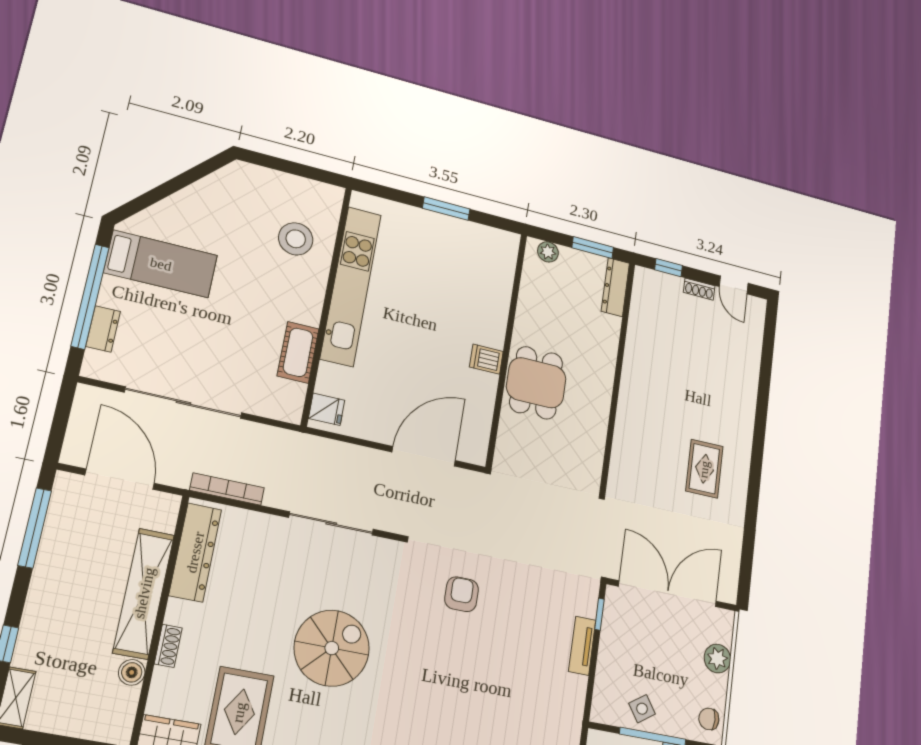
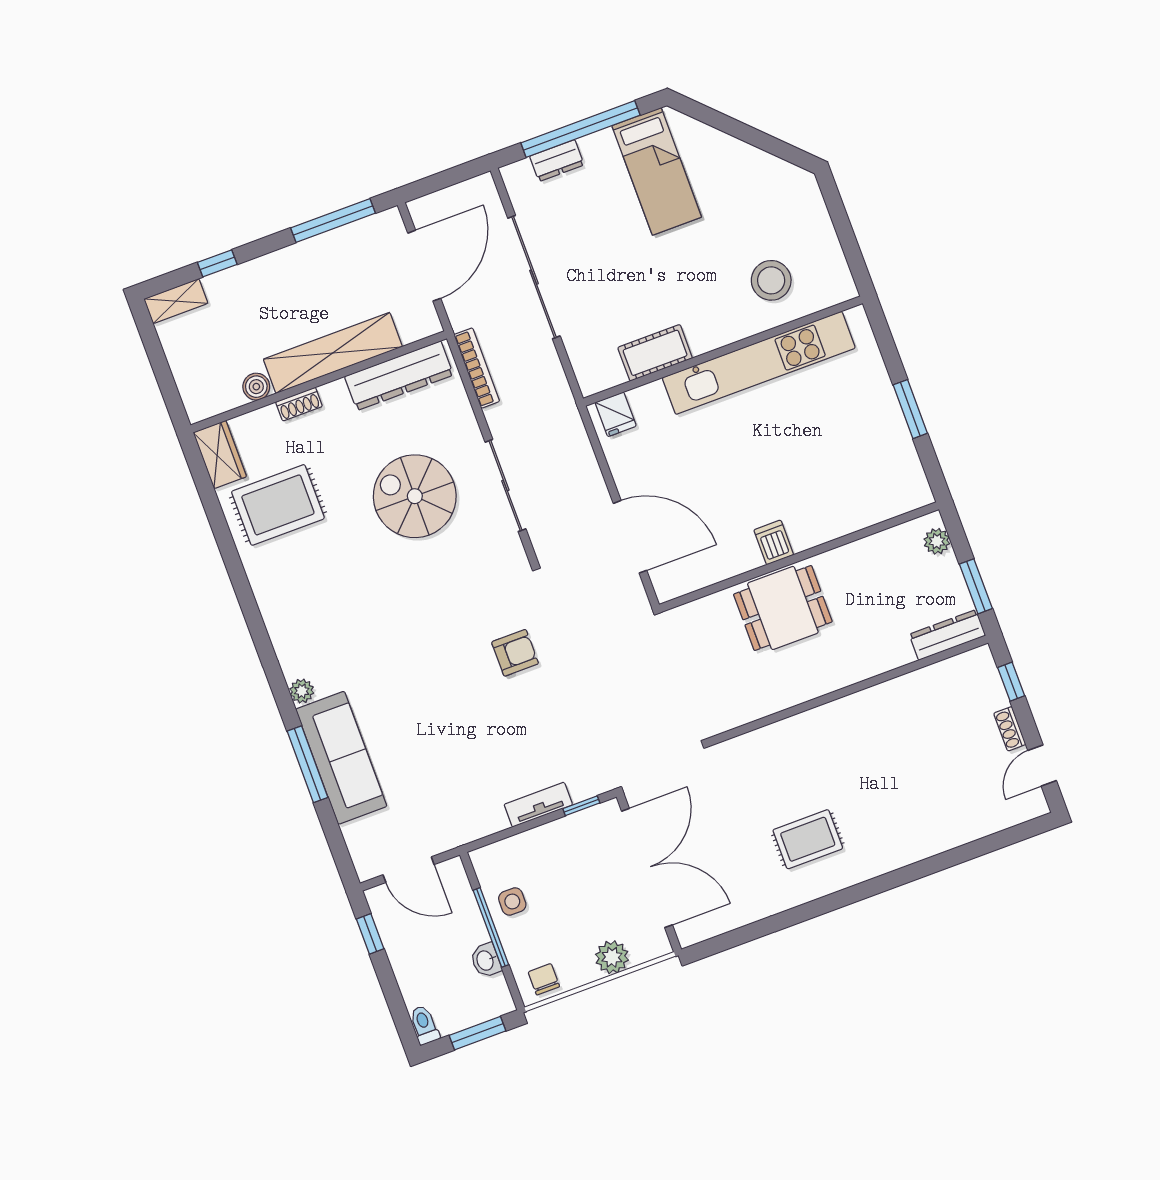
spiral stairs: (332, 648) -> (415, 496), moved, turned 180
side table: (642, 709) -> (512, 902), turned 34

